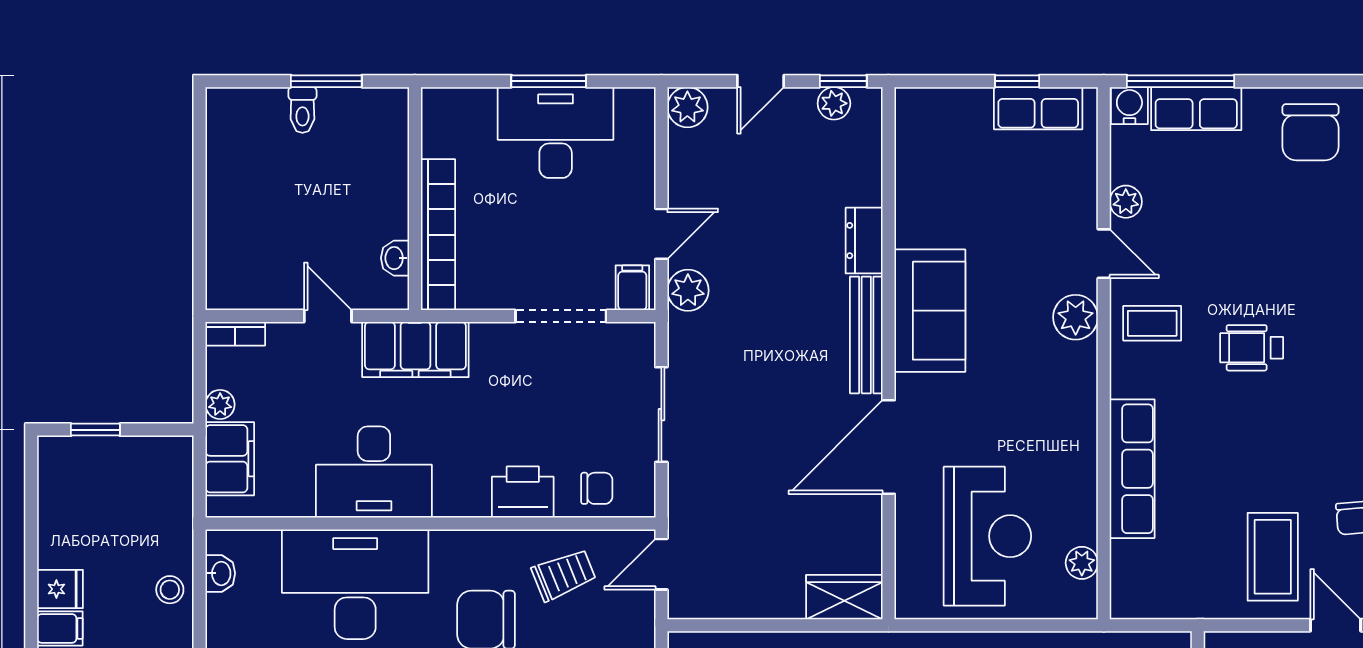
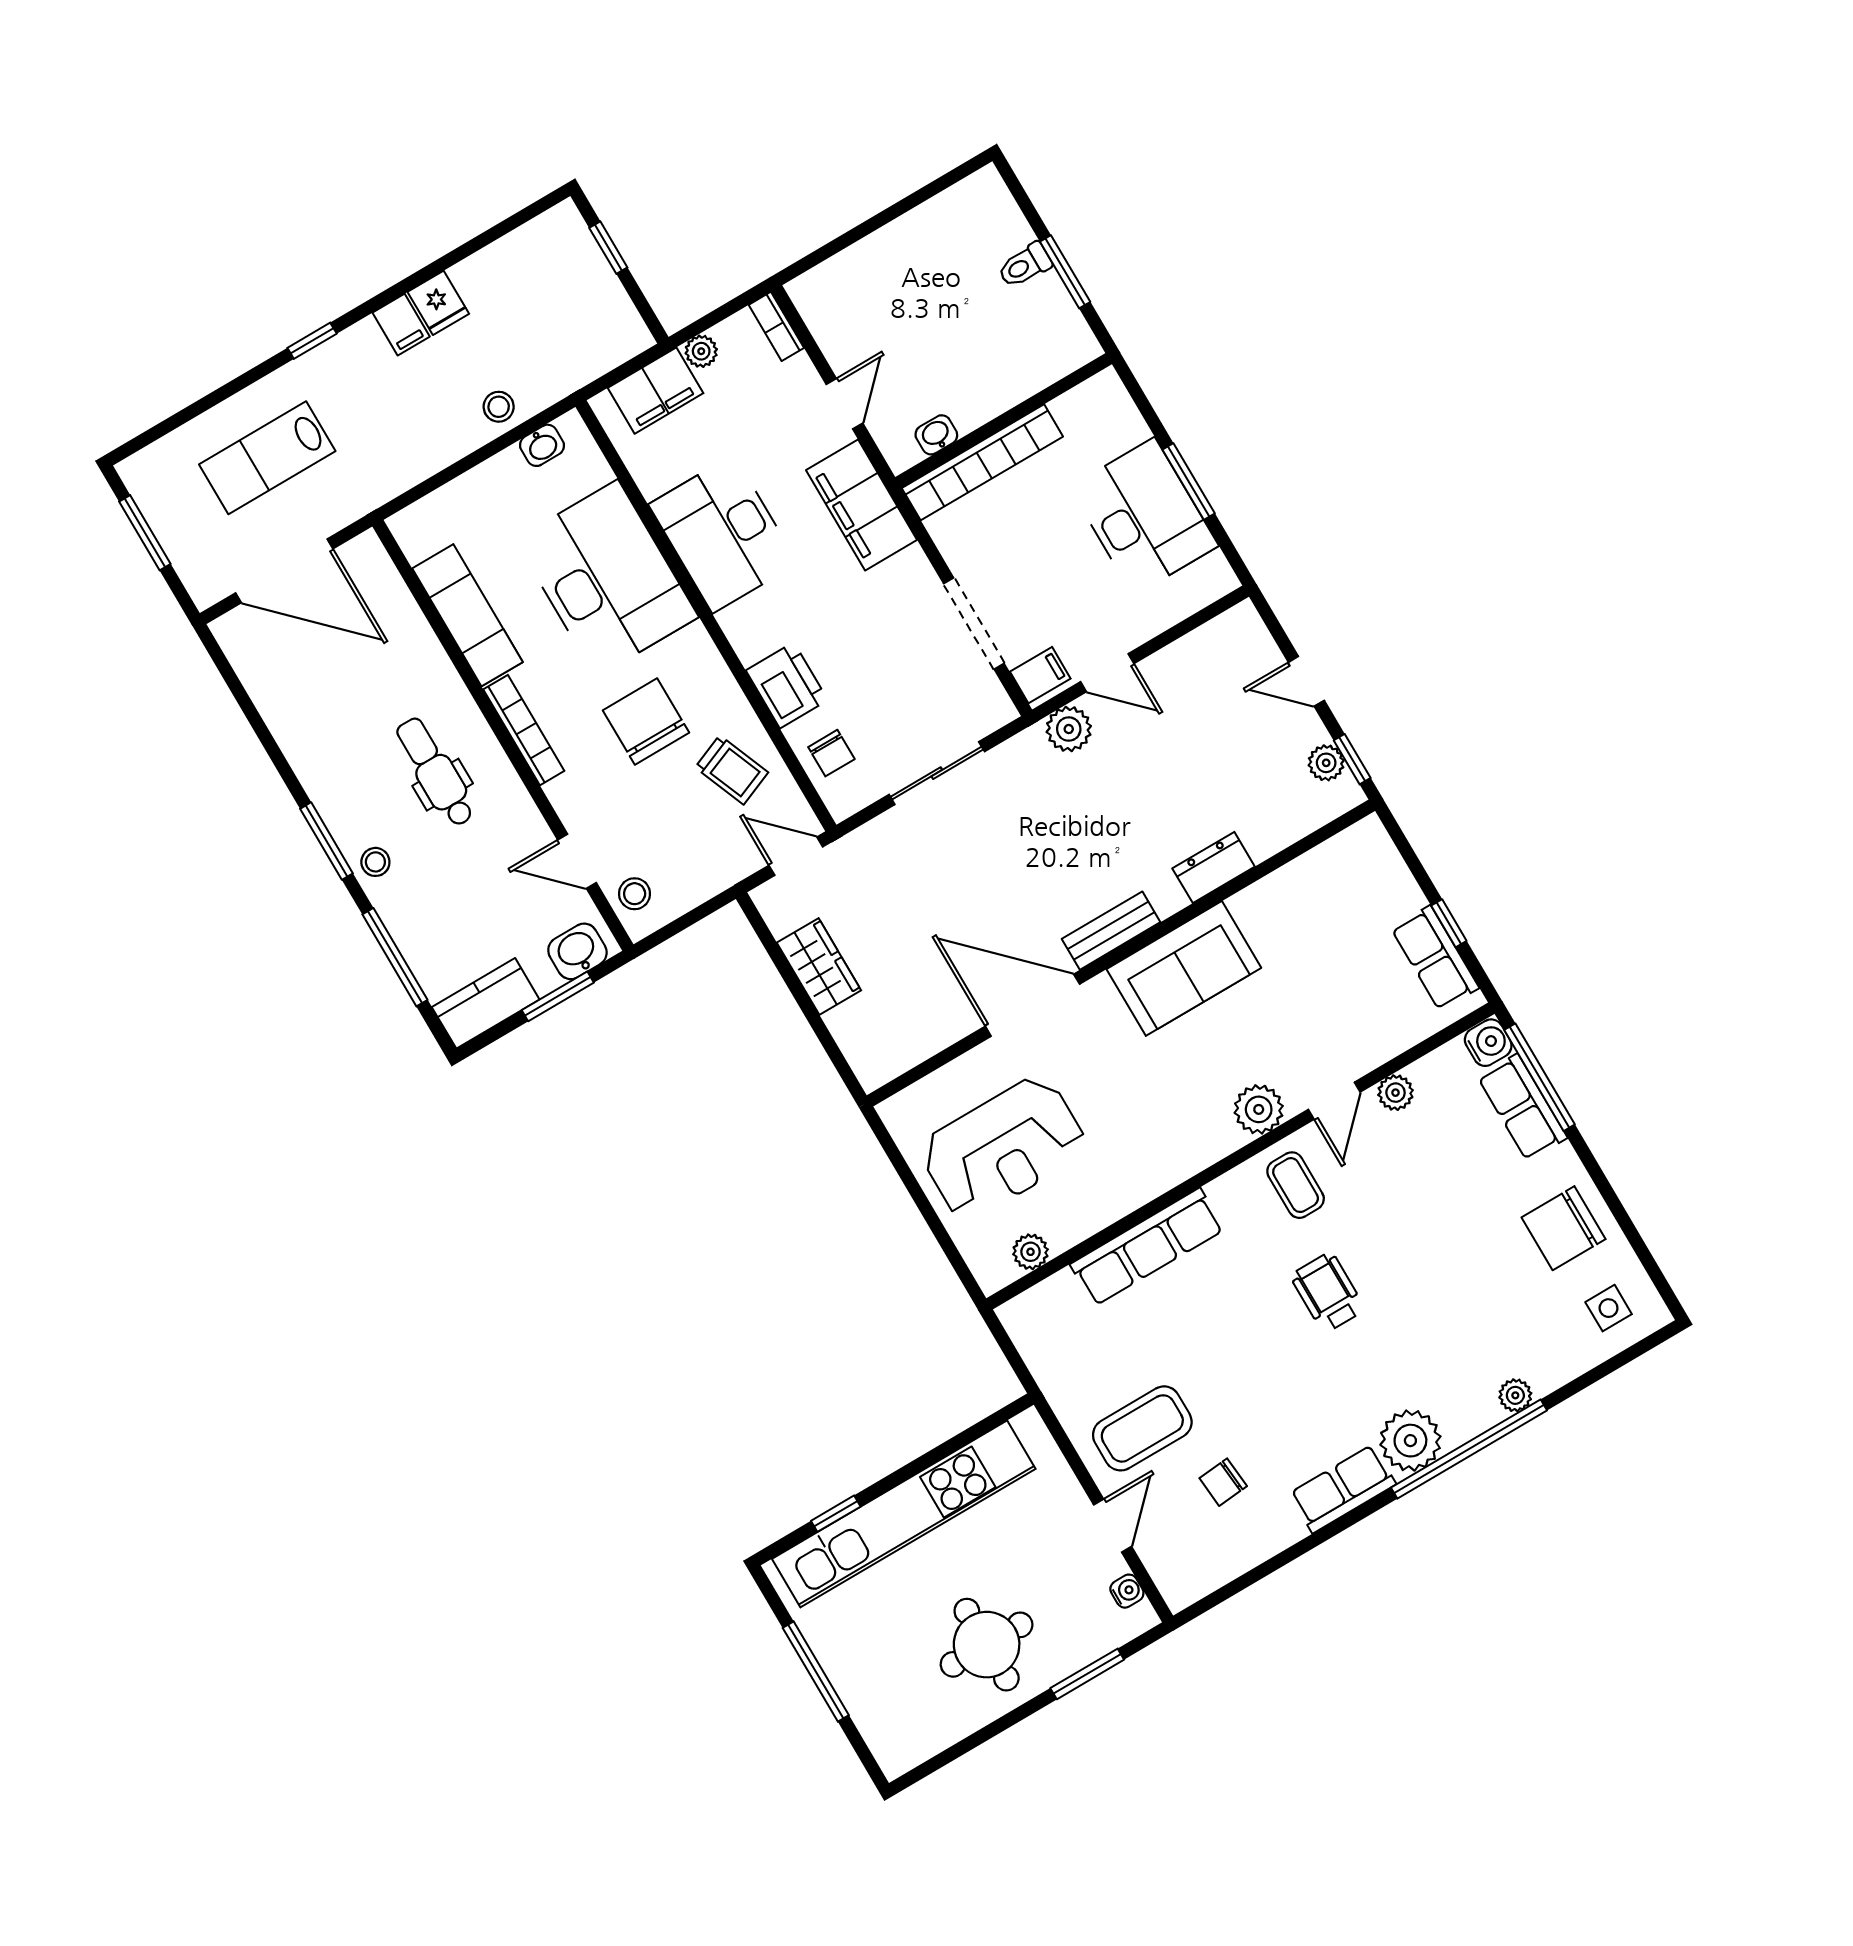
plant: (687, 107) -> (1241, 627), removed
bench: (866, 335) -> (1111, 931), width x0.73
wardrobe: (844, 597) -> (819, 967), moved

